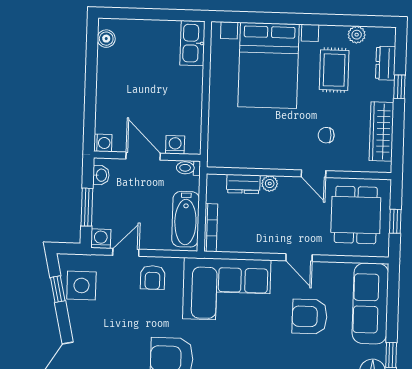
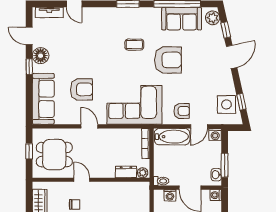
plant: (270, 184) -> (143, 173), moved
window: (87, 207) -> (225, 165), moved
dining table: (356, 215) -> (54, 155), turned 90
bathtub: (186, 219) -> (172, 137), moved, turned 90
armchair: (153, 277) -> (182, 111), turned 90

